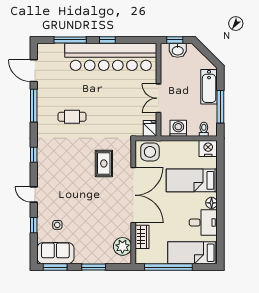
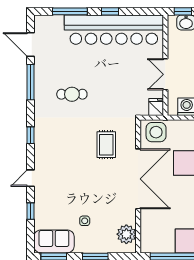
door: (34, 194) -> (31, 178), hinge flipped
side table: (57, 225) -> (85, 221), moved
wardrobe: (142, 237) -> (148, 224), removed

